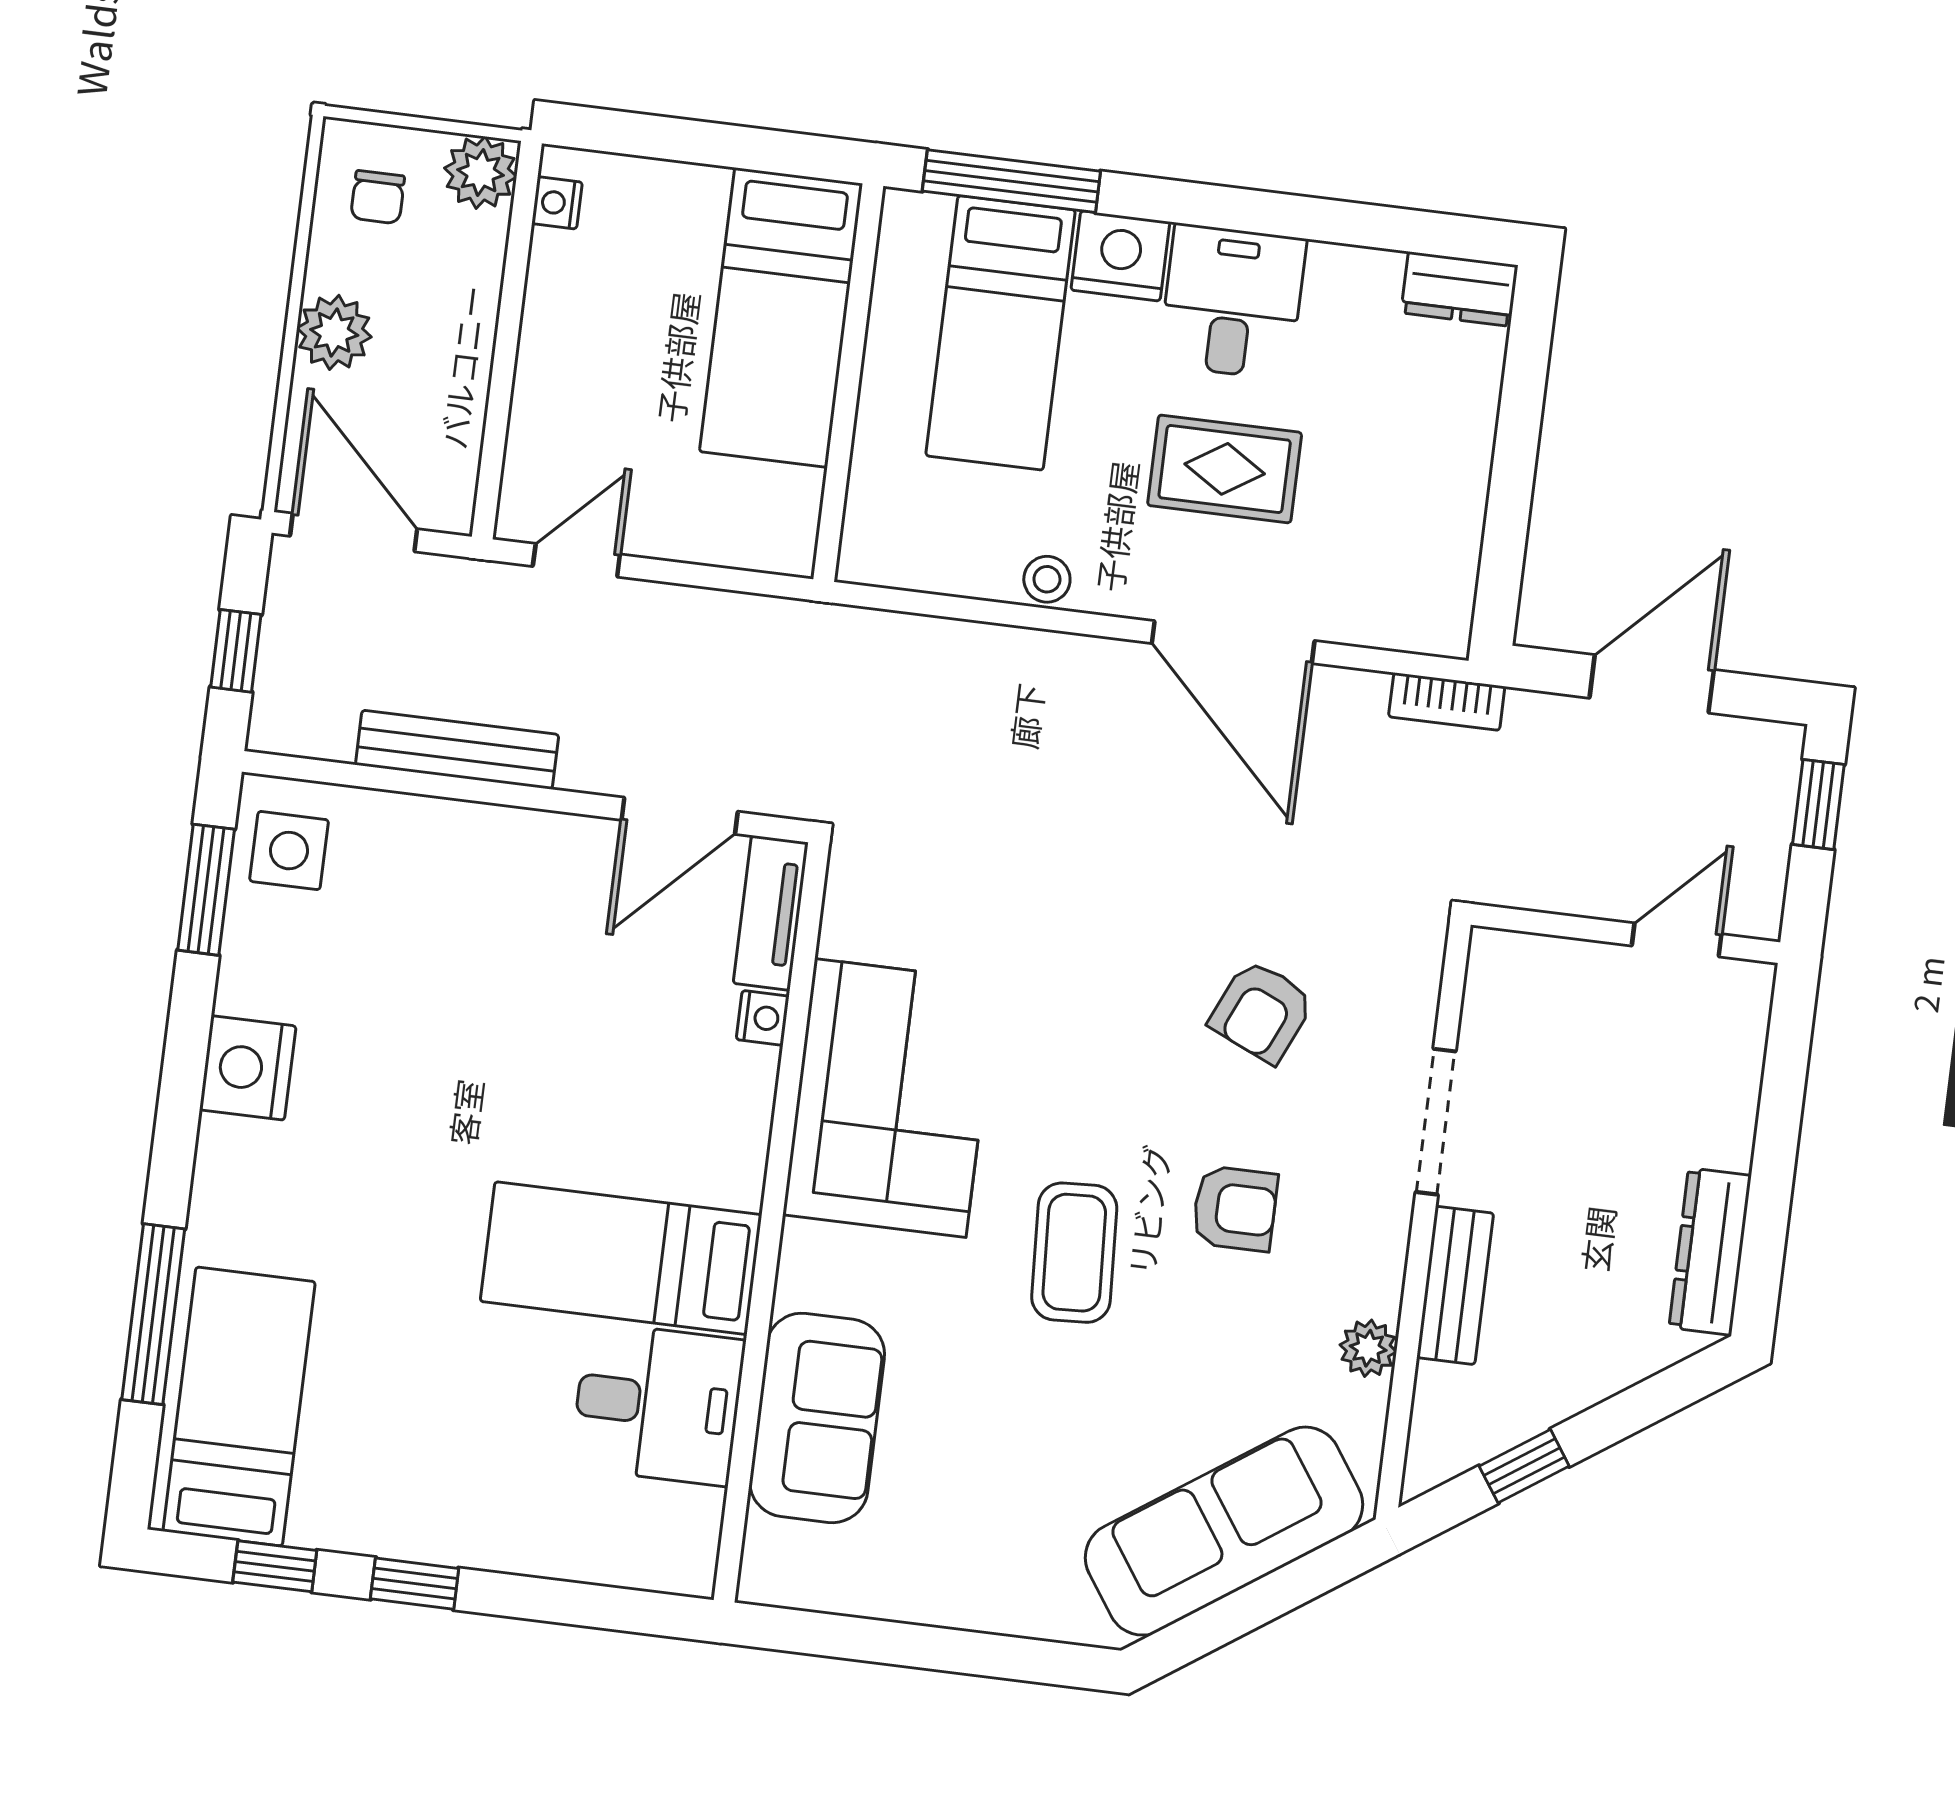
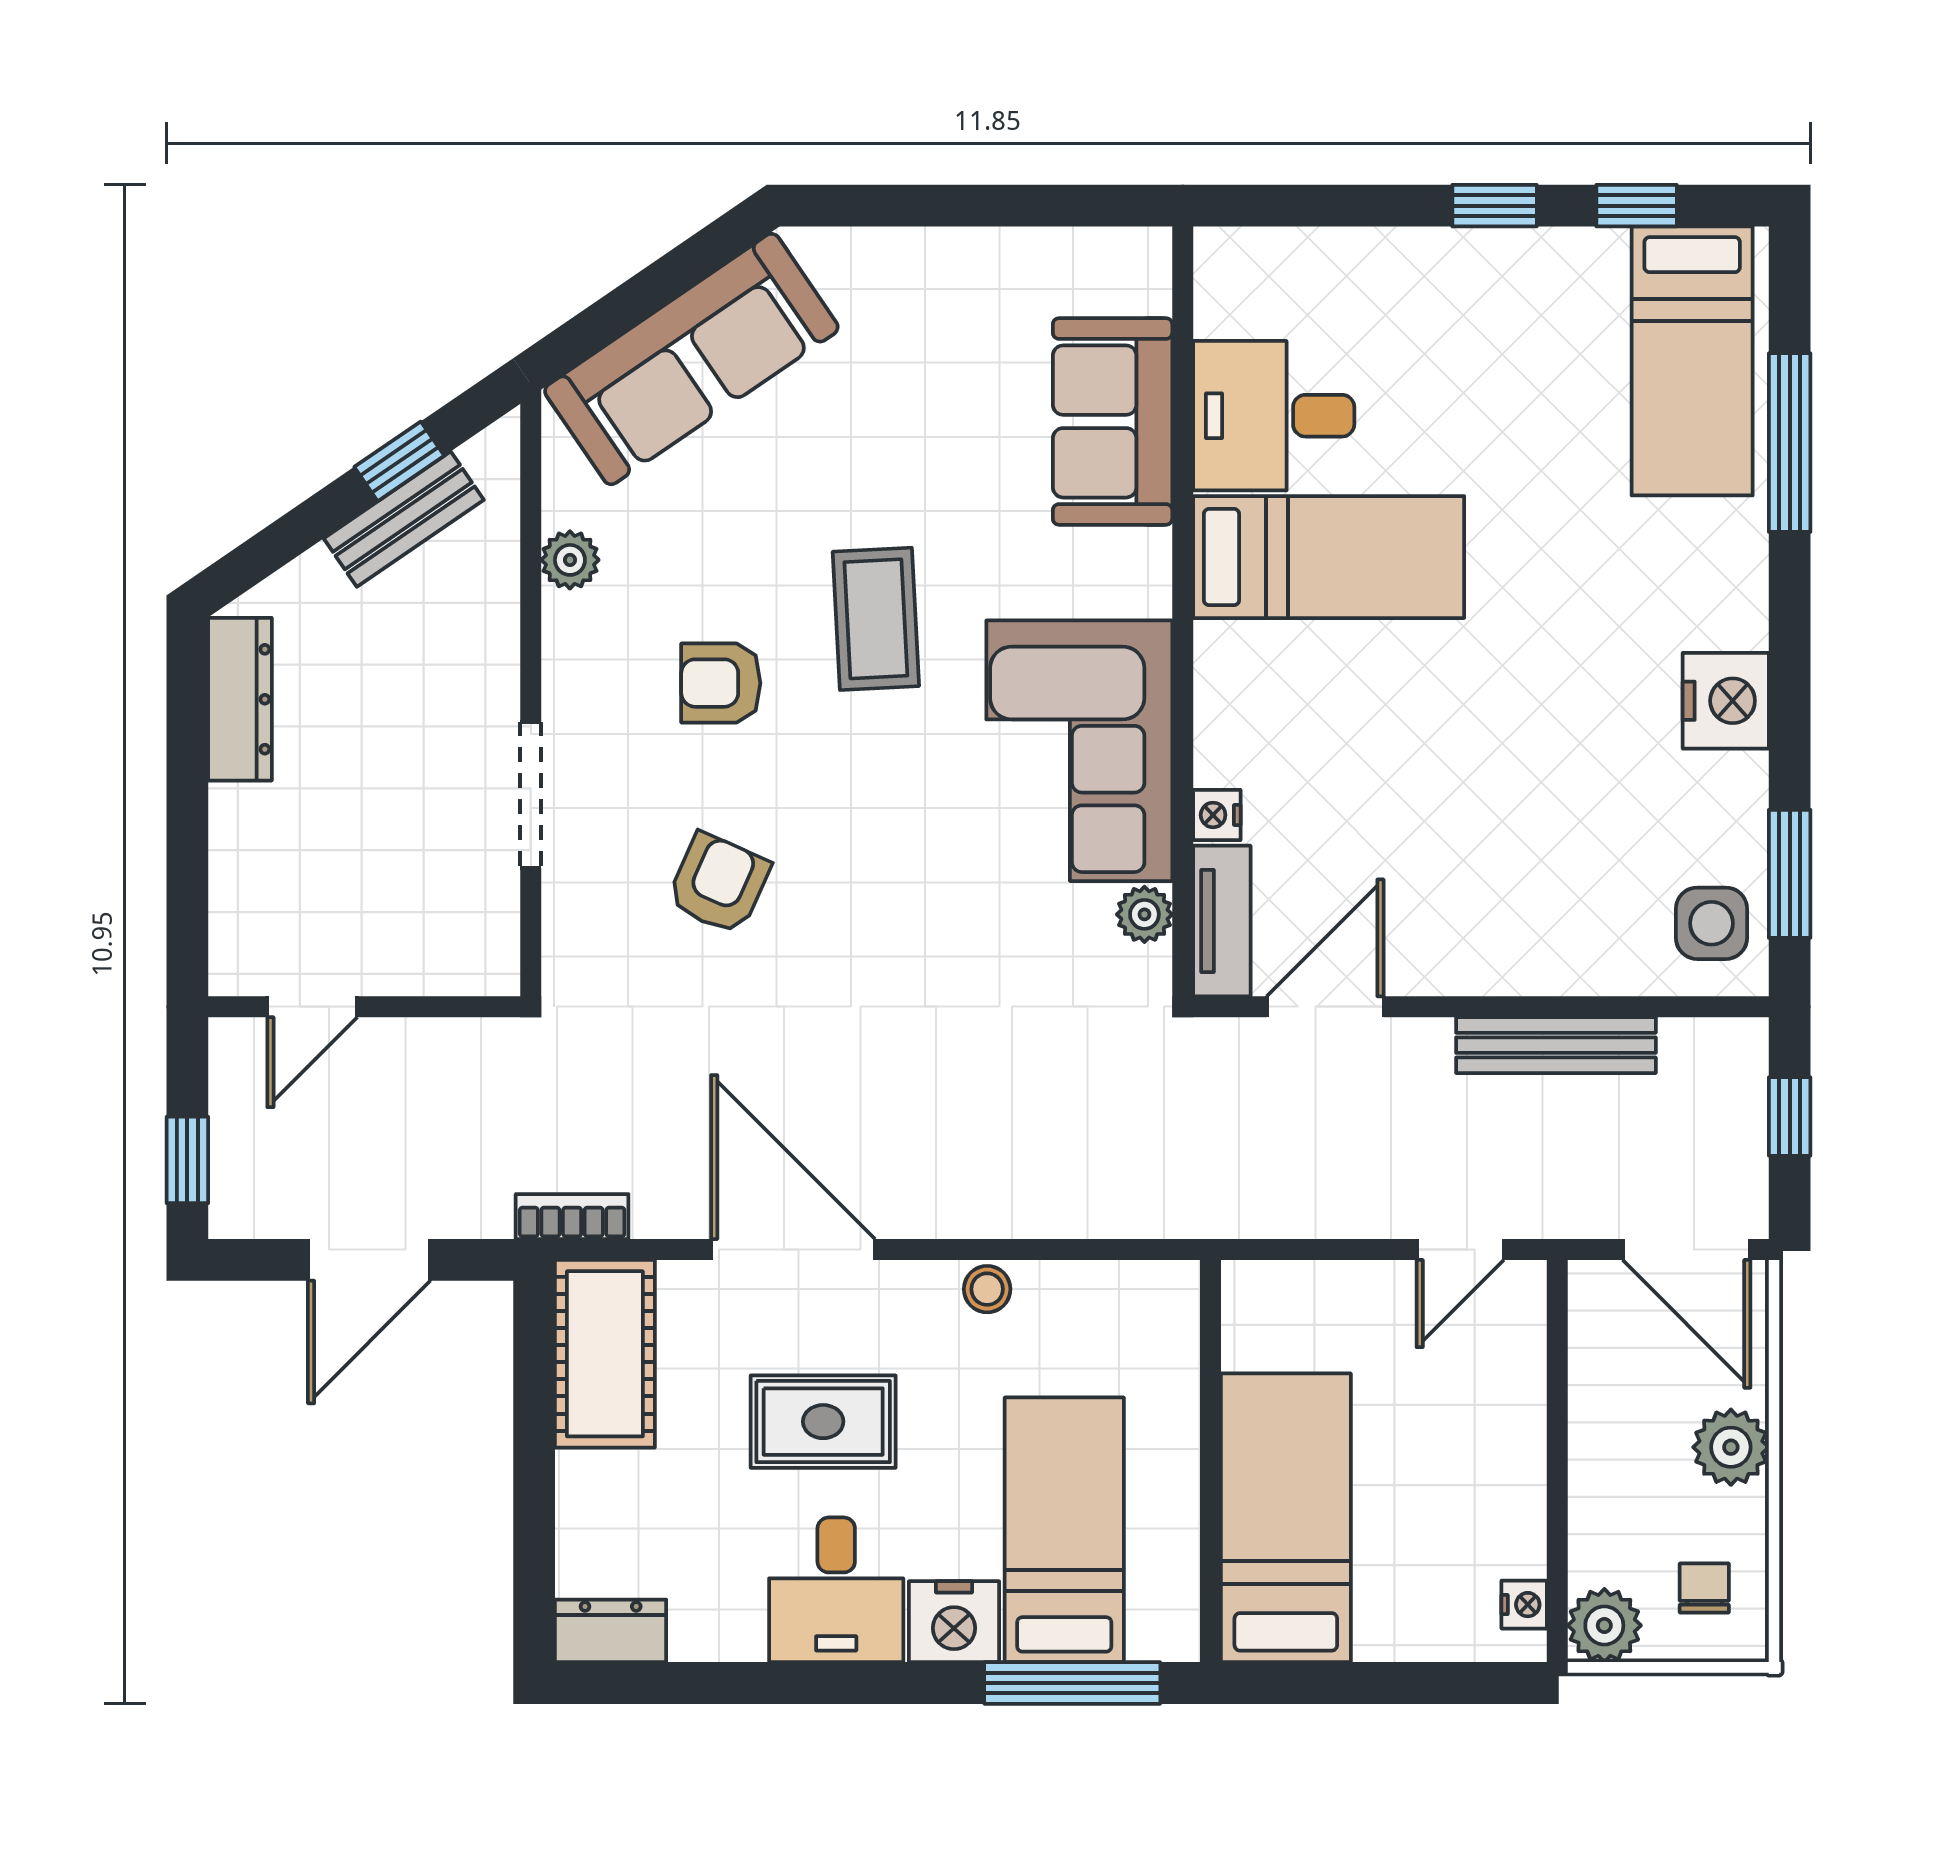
cot: (1431, 562) -> (605, 1354), added
plant: (846, 929) -> (1144, 914), added
bench: (1455, 1285) -> (404, 519), moved, turned 56

